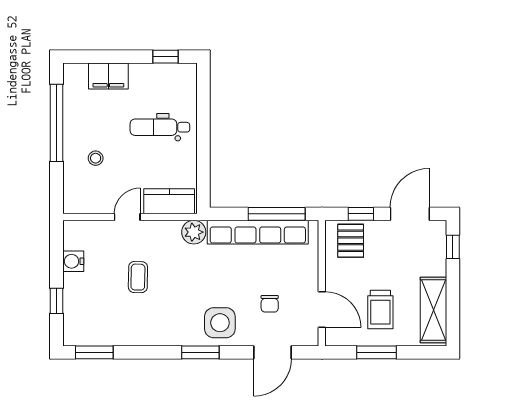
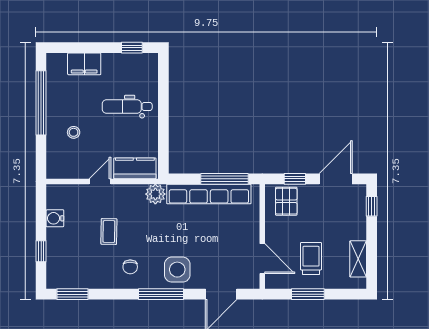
chair: (270, 304) -> (130, 267), moved
trolley: (380, 309) -> (311, 258), turned 180
shelving: (434, 310) -> (358, 259), width x0.67, depth x0.75
window: (200, 352) -> (161, 294), width x1.44

